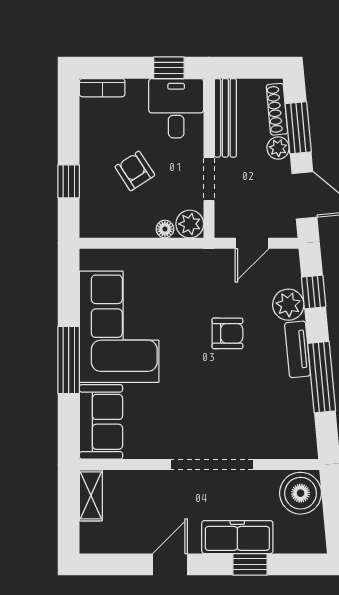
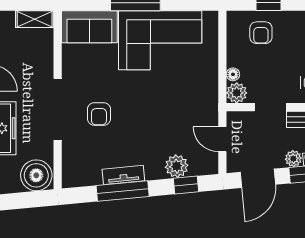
armchair: (135, 171) -> (261, 33), moved, turned 123
armchair: (227, 333) -> (99, 114), moved
tv unit: (298, 349) -> (123, 175), moved

